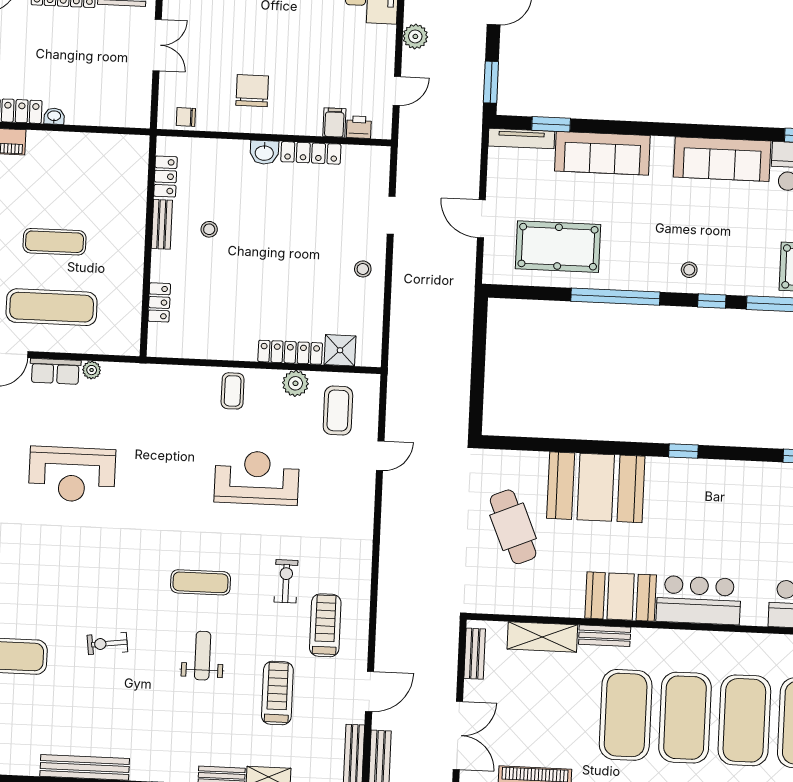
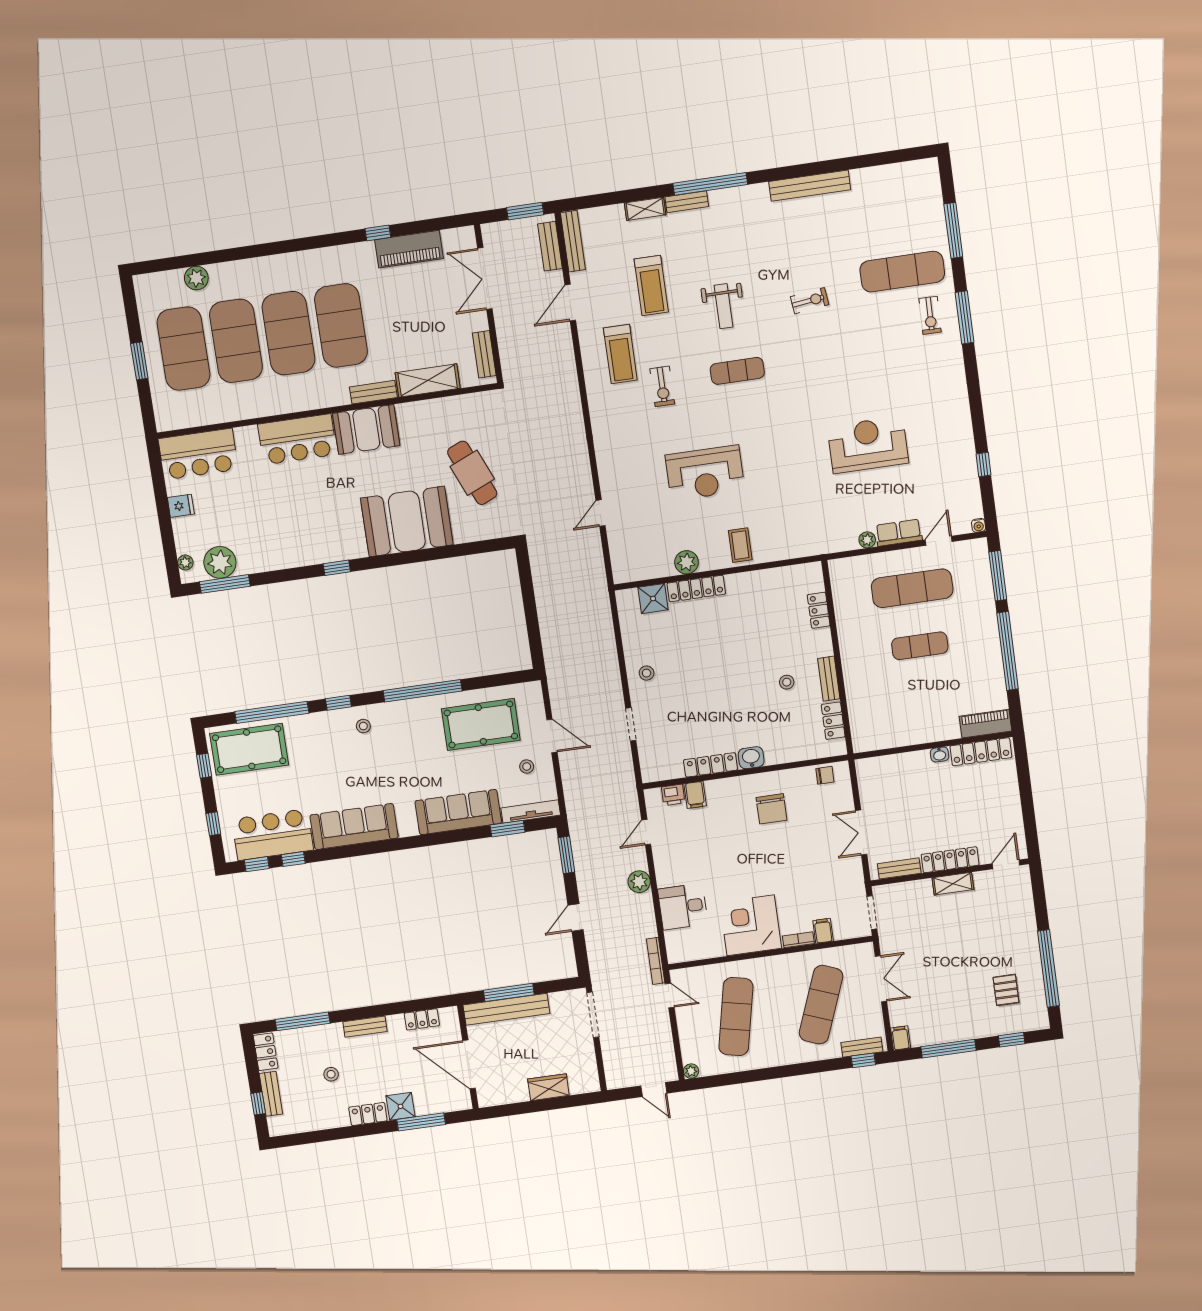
stool: (516, 190) -> (527, 767), added
coffee table: (338, 411) -> (645, 546), removed

